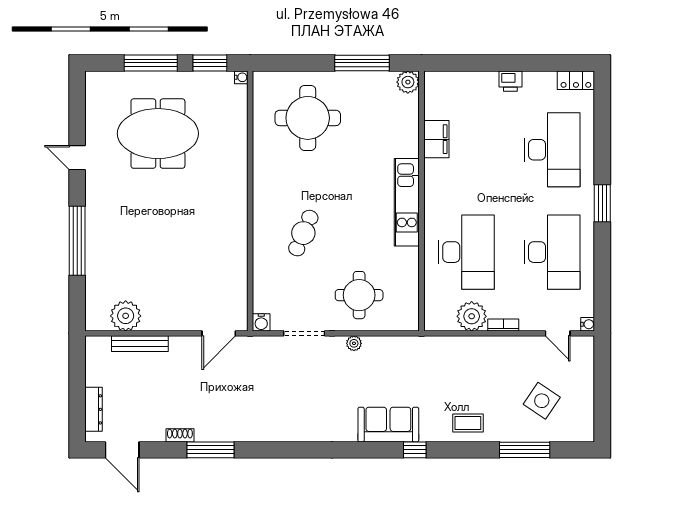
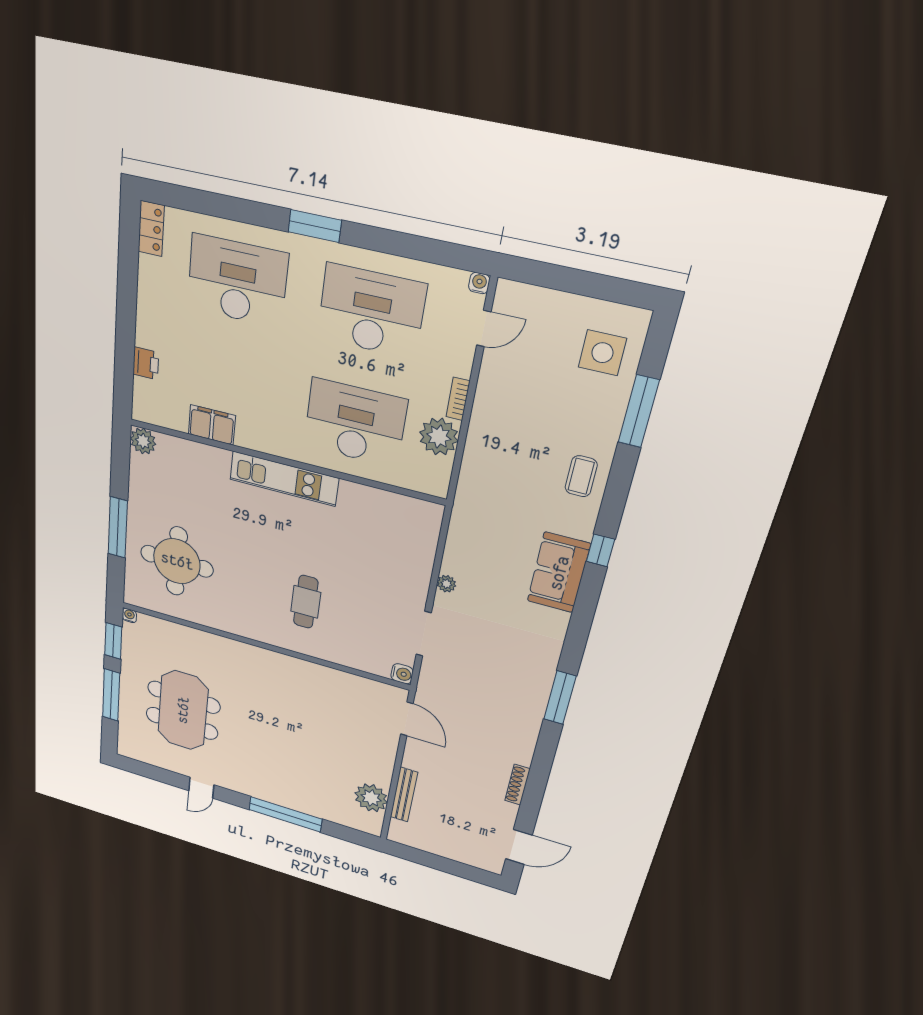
window: (362, 63) -> (118, 528), moved
printer: (510, 81) -> (146, 363), moved
cafe table: (303, 233) -> (306, 602), turned 67
round table: (359, 295) -> (388, 562), removed
side table: (542, 401) -> (602, 353), moved, turned -34
dresser: (94, 409) -> (467, 857), removed
shoe rack: (180, 435) -> (517, 785), width x1.43
window: (211, 450) -> (560, 698), moved

